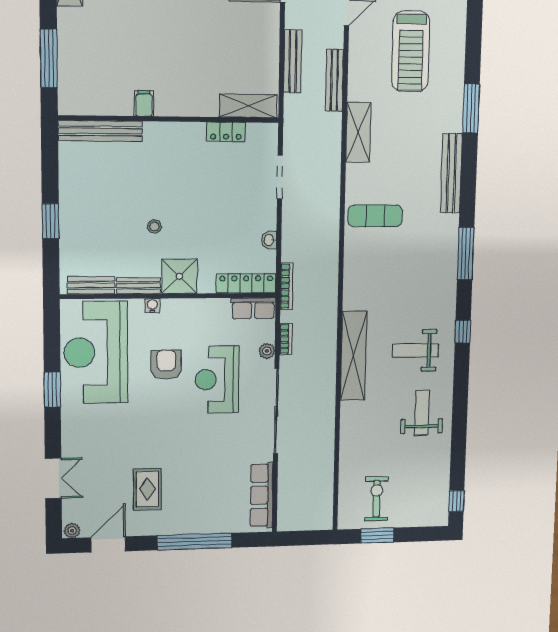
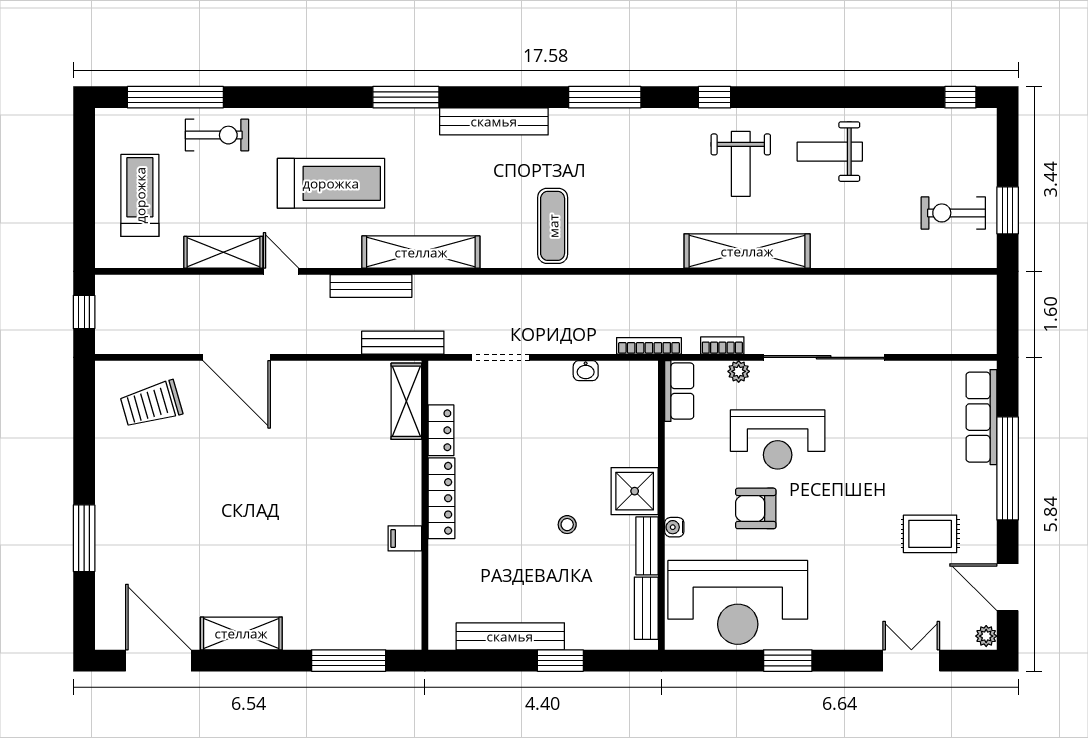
bench: (293, 61) -> (403, 343), moved
bench: (100, 131) -> (510, 636), moved, turned 90
shelving: (358, 132) -> (421, 252), width x1.47
locker: (246, 283) -> (441, 498), moved, turned 180
row of seats: (262, 495) -> (981, 417), moved, turned 90

